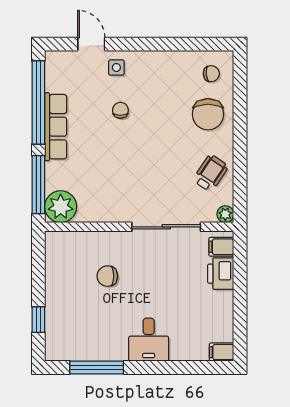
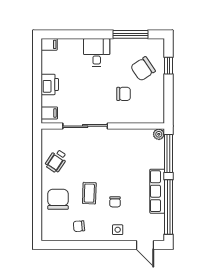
door: (91, 44) -> (145, 245), moved
chair: (211, 74) -> (79, 226), moved
coffee table: (160, 124) -> (89, 193), added
plant: (61, 207) -> (159, 134), width x0.53, depth x0.53
plant: (225, 214) -> (47, 134), removed
printer: (221, 274) -> (50, 84), moved
chair: (77, 315) -> (143, 69), added

